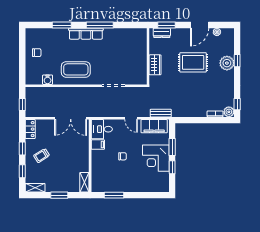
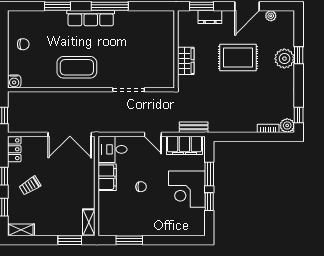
dresser: (162, 33) -> (210, 17), moved
water cooler: (48, 80) -> (14, 81), moved
filing cabinet: (98, 145) -> (107, 177), width x2.00
window: (59, 195) -> (70, 240), moved

